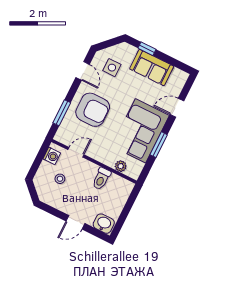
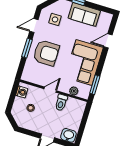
door: (83, 71) -> (34, 26), swing flipped
window: (62, 113) -> (27, 48), moved
window: (159, 145) -> (95, 85), moved
door: (76, 152) -> (50, 90), moved

